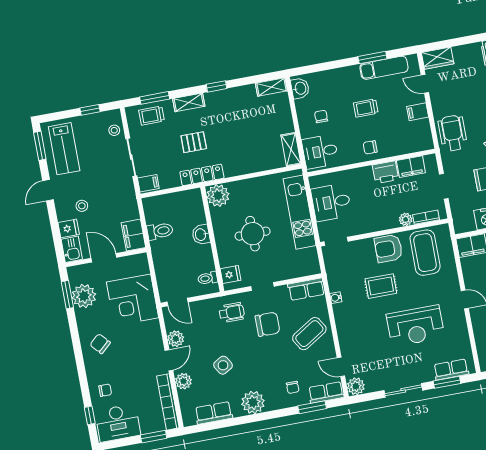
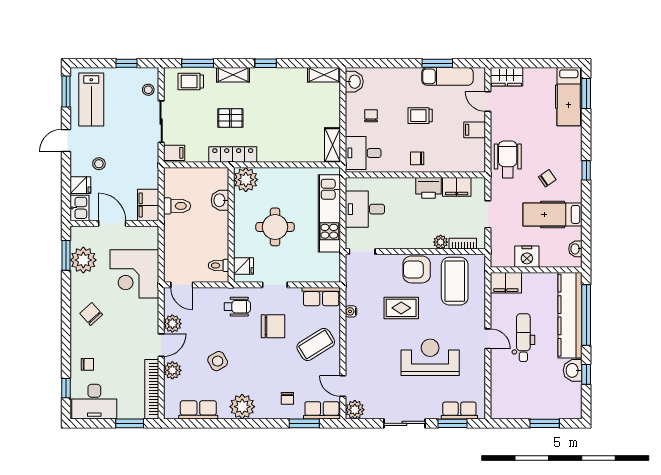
washbasin: (201, 235) -> (220, 200), moved
reception desk: (415, 326) -> (430, 357), turned 180

